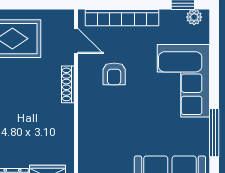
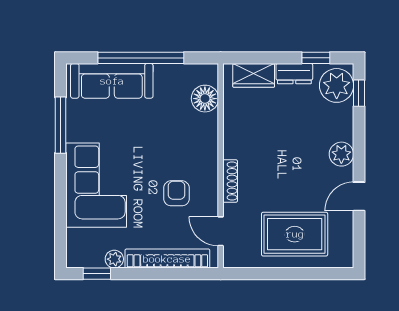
plant: (194, 17) -> (114, 259), moved
floor lamp: (90, 156) -> (205, 99), added

